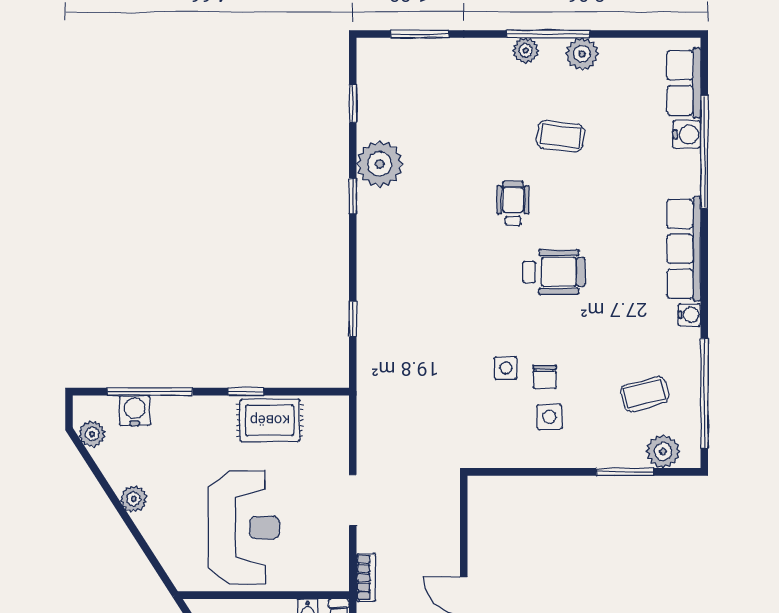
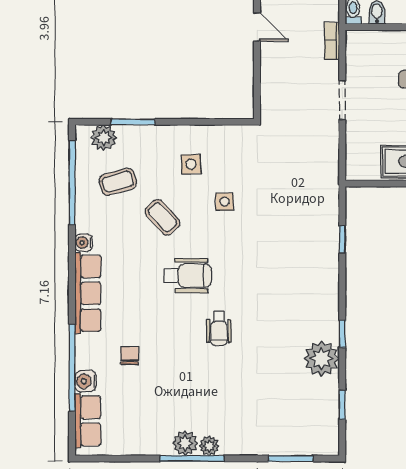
plant: (582, 54) -> (185, 443), moved
coffee table: (560, 136) -> (162, 217), moved, turned 41
wheelchair: (554, 272) -> (188, 276), turned 180
chair: (545, 377) -> (130, 356), moved

